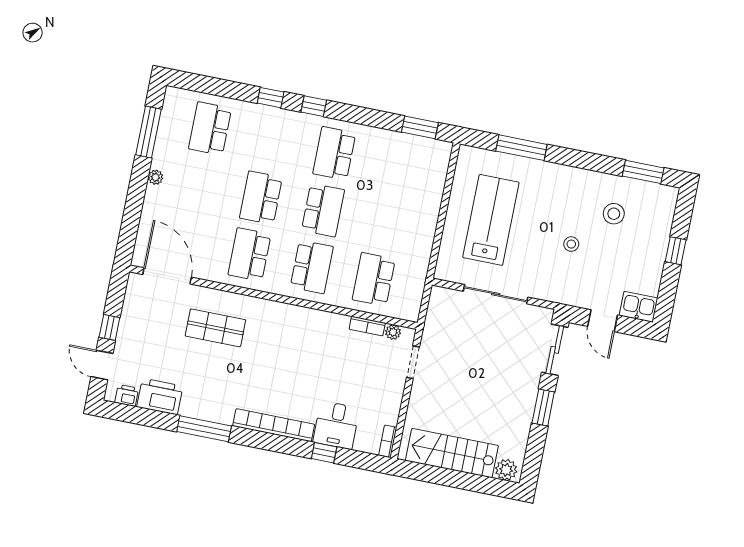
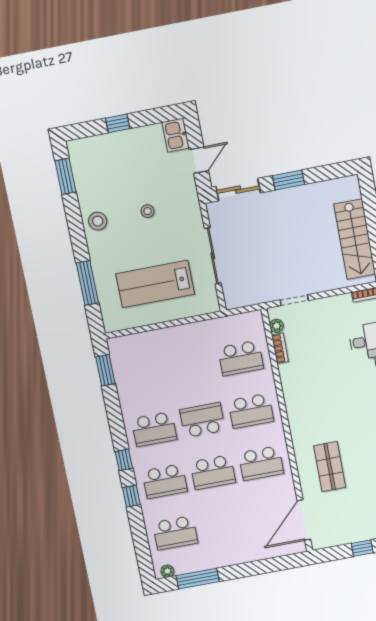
school desk: (272, 141) -> (165, 481), added
plant: (155, 177) -> (167, 571), moved
stool: (614, 214) -> (98, 221), moved
school desk: (312, 267) -> (251, 411), turned 180
plant: (506, 470) -> (351, 190), removed

